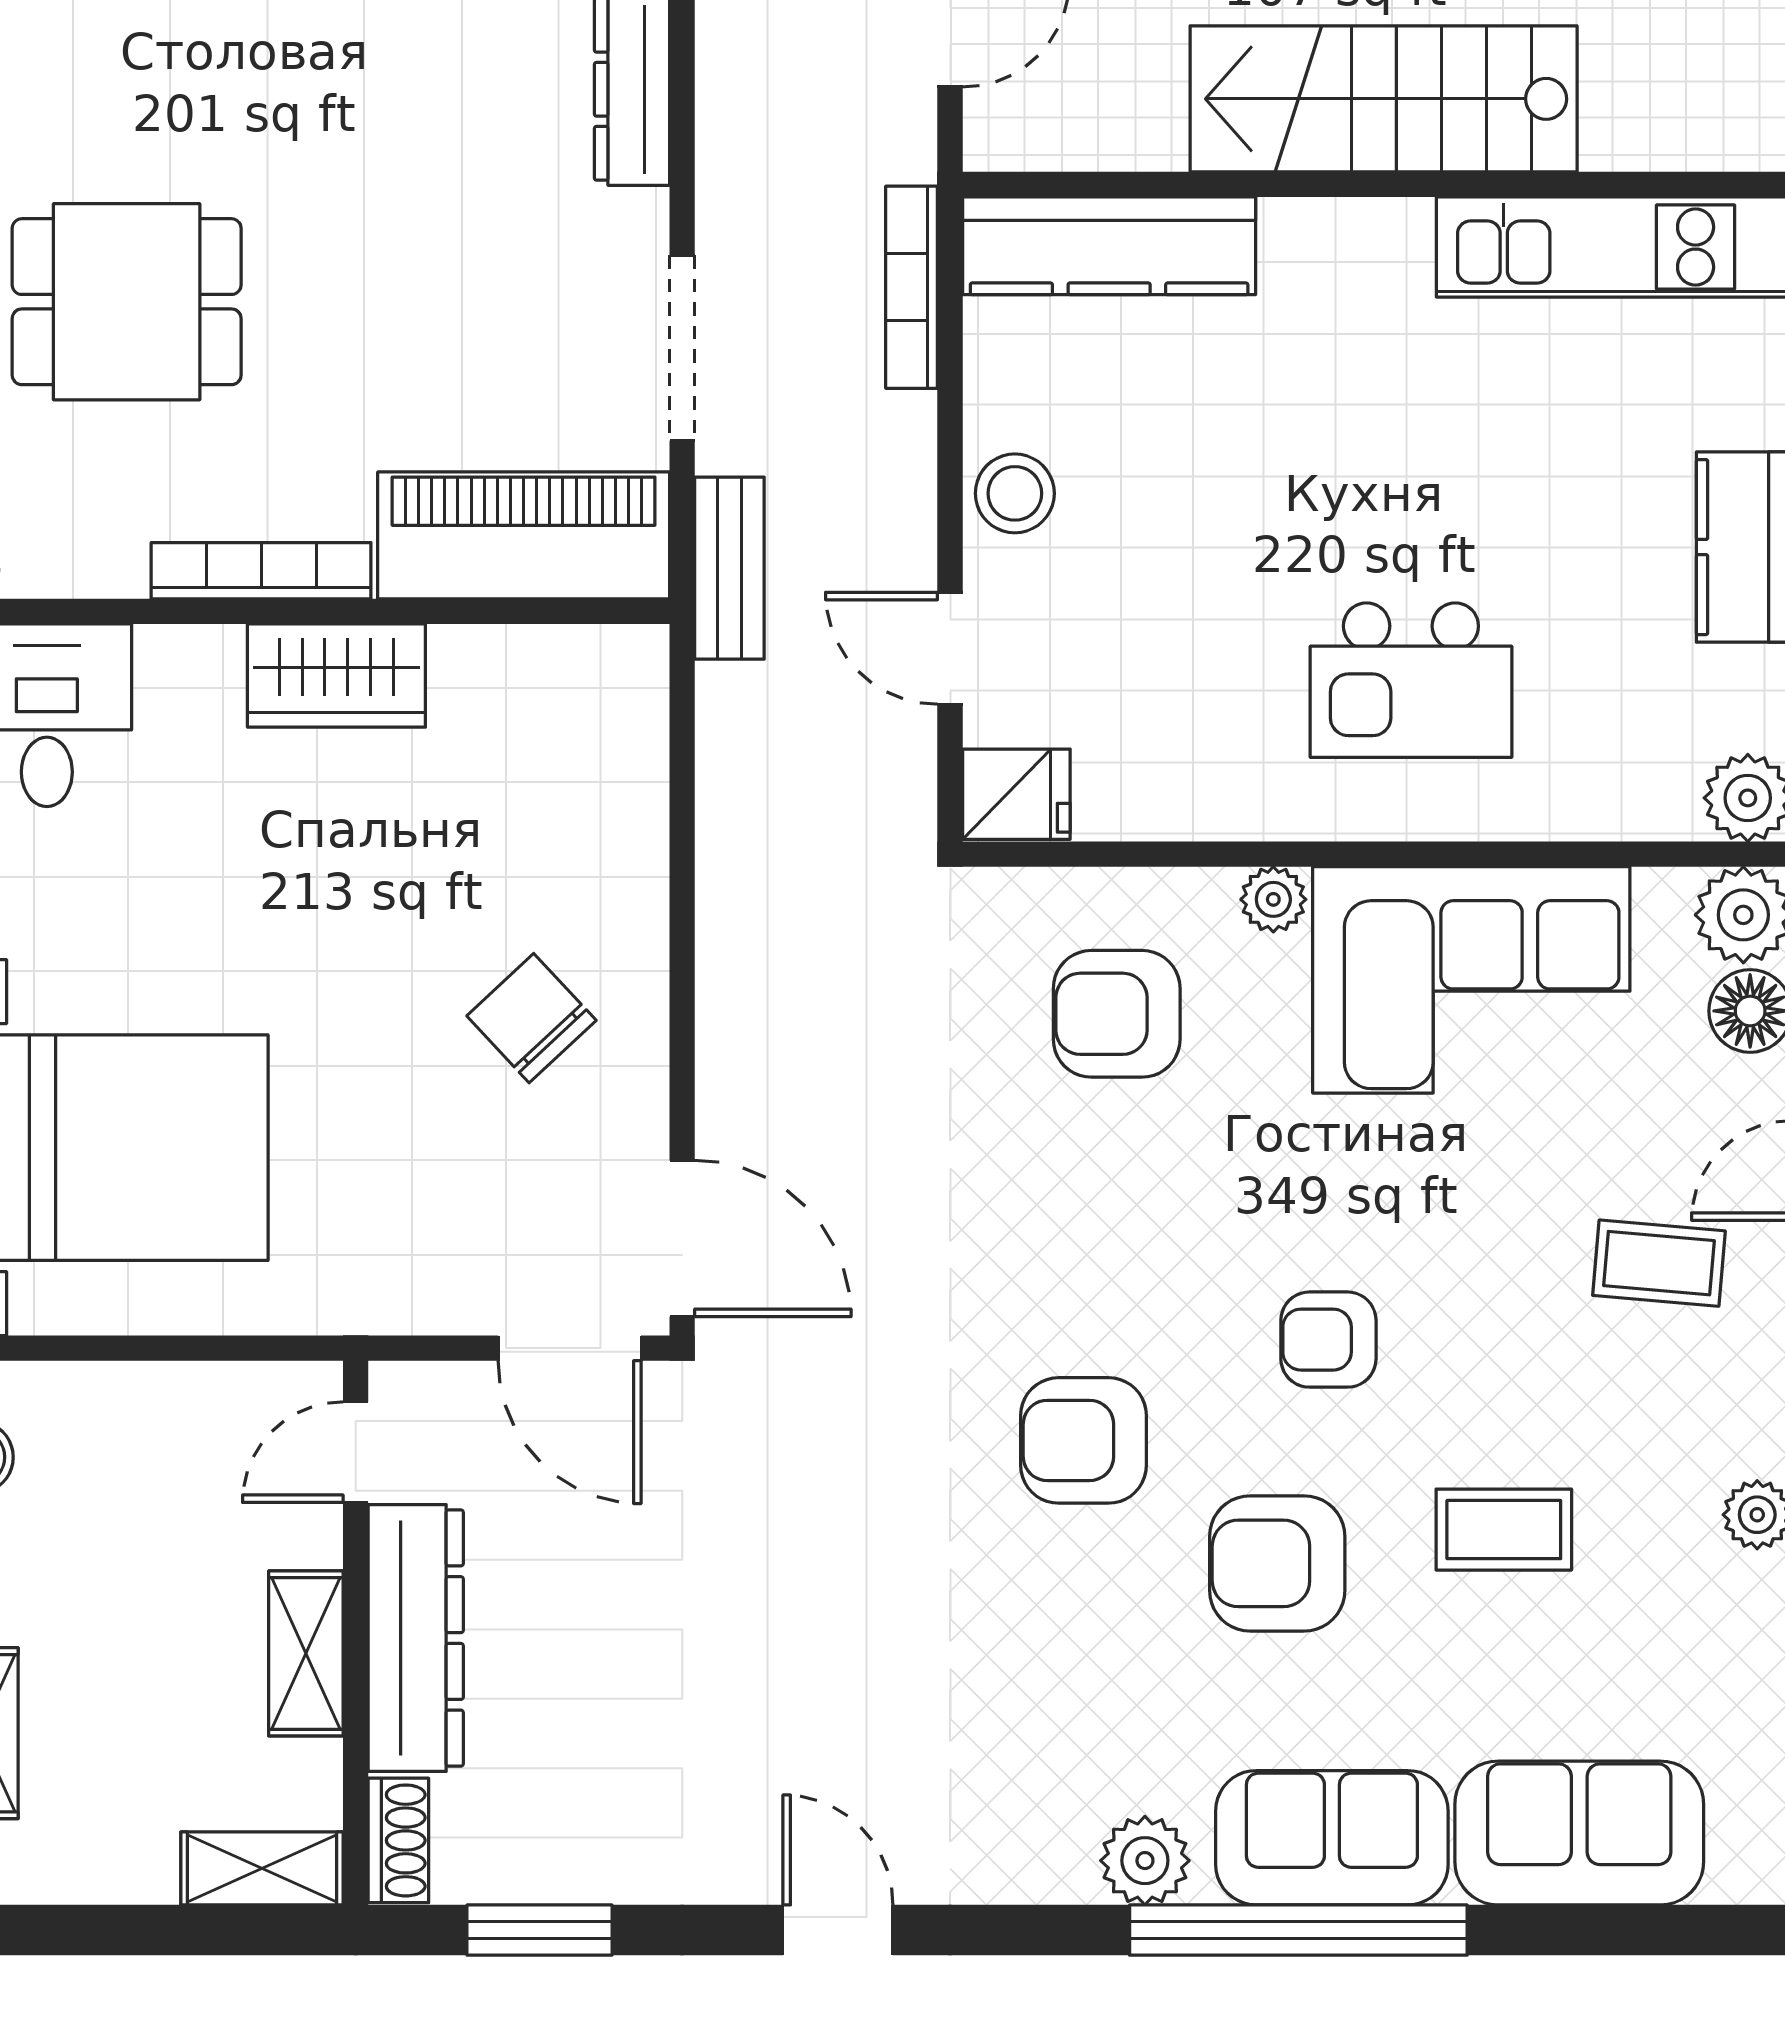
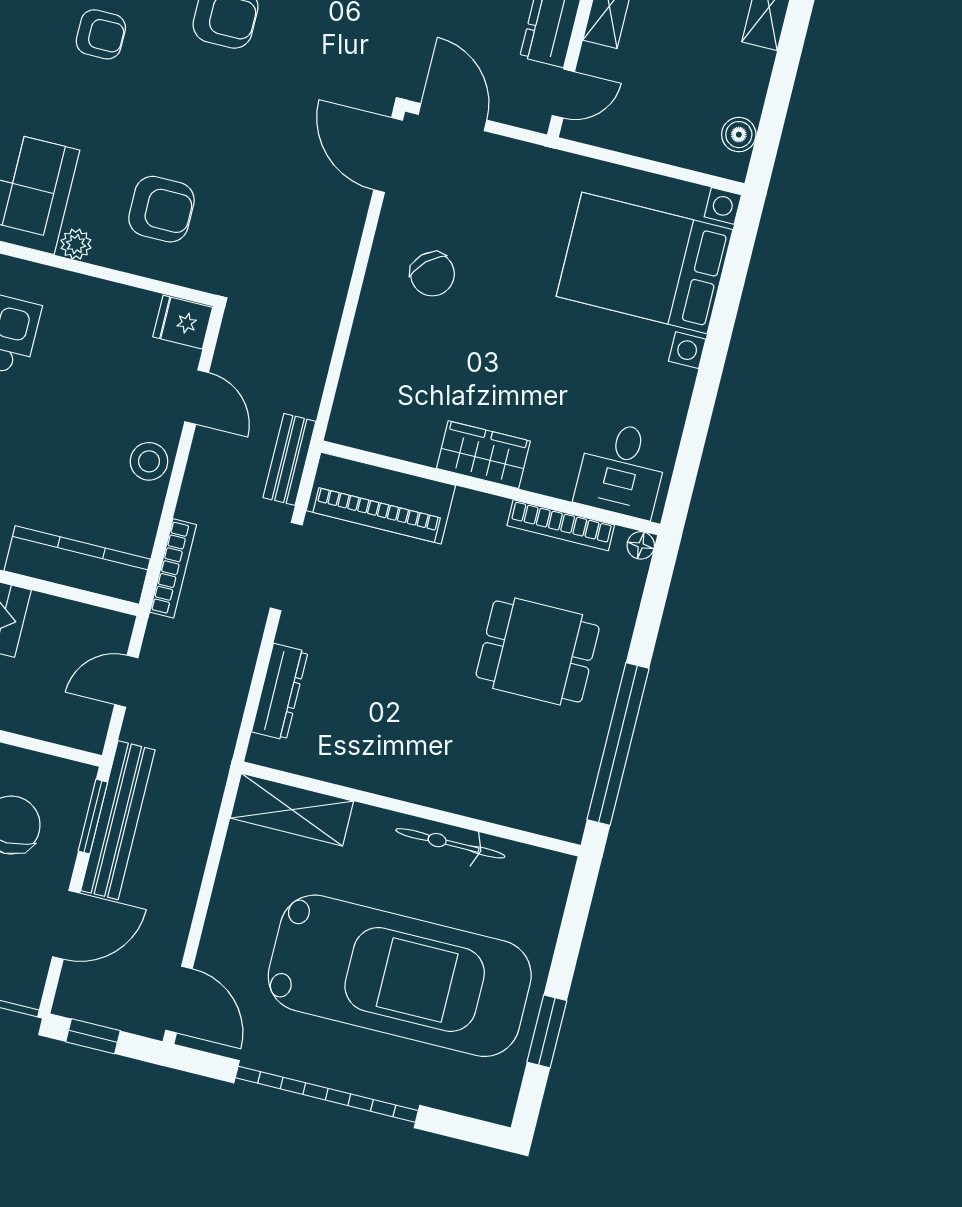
bookcase: (261, 571) -> (561, 525), moved

